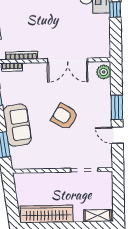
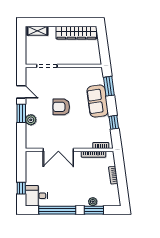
double door: (67, 60) -> (58, 150), swing flipped
plant: (104, 72) -> (31, 120), moved
armchair: (65, 117) -> (61, 107), turned 149

